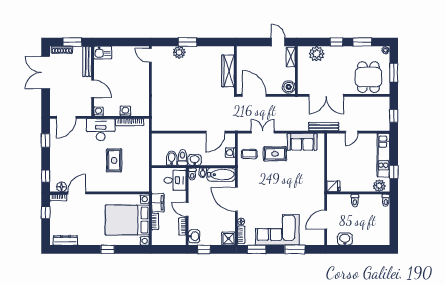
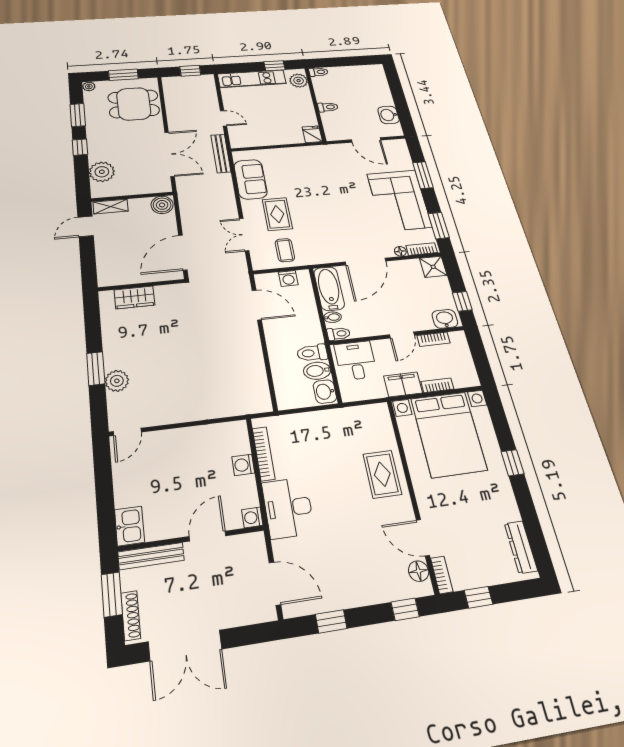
wardrobe: (228, 71) -> (134, 297), width x0.67
rug: (114, 160) -> (382, 474), moved, turned 90
washbasin: (195, 160) -> (325, 392), moved

